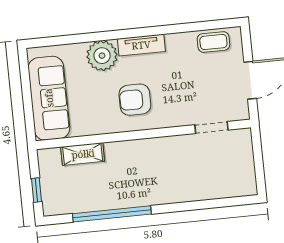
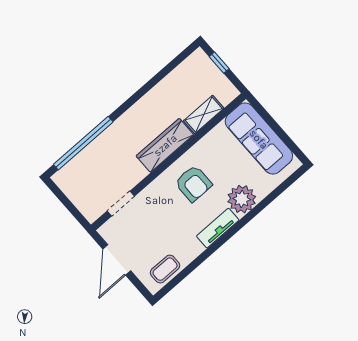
armchair: (135, 100) -> (193, 183), turned 90
wardrobe: (136, 151) -> (165, 145), added
window: (112, 214) -> (83, 143), moved

